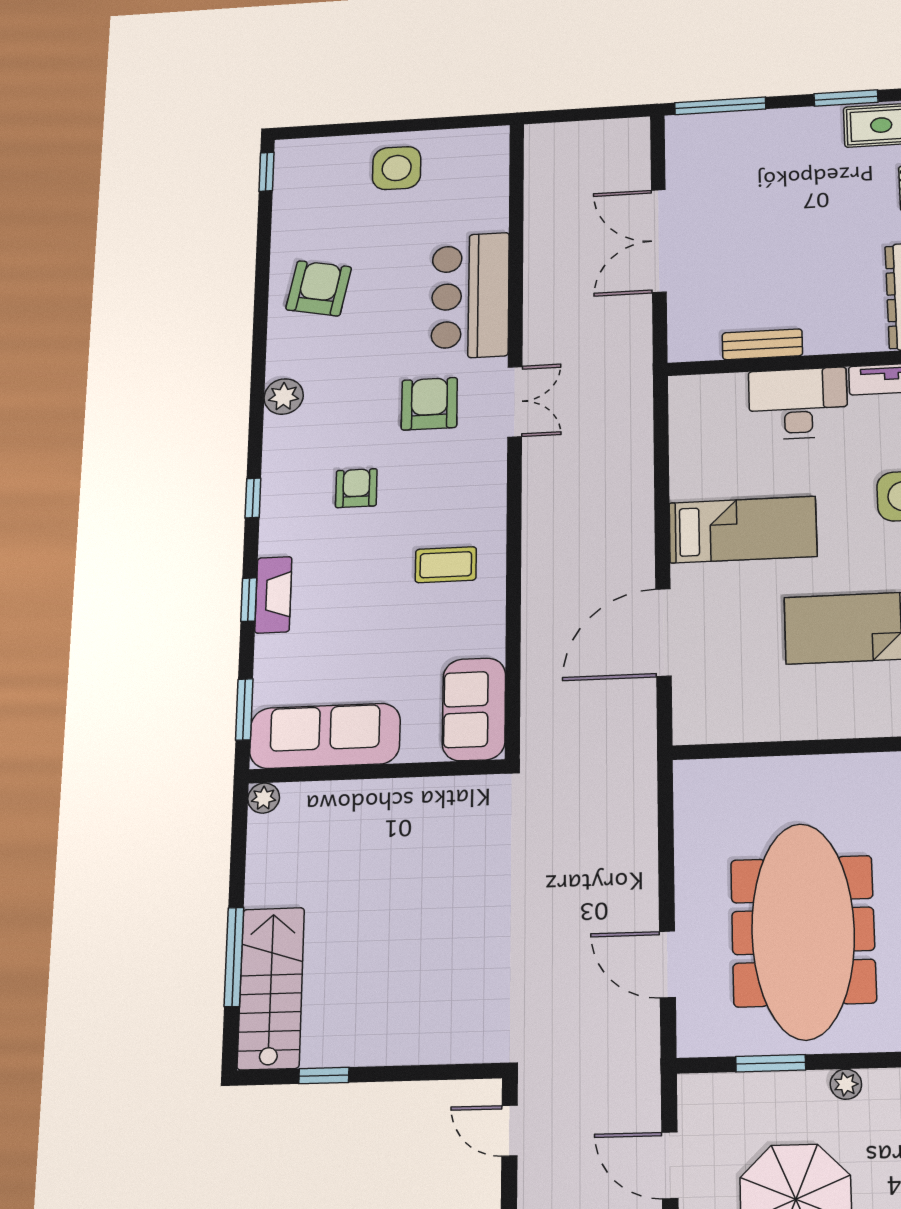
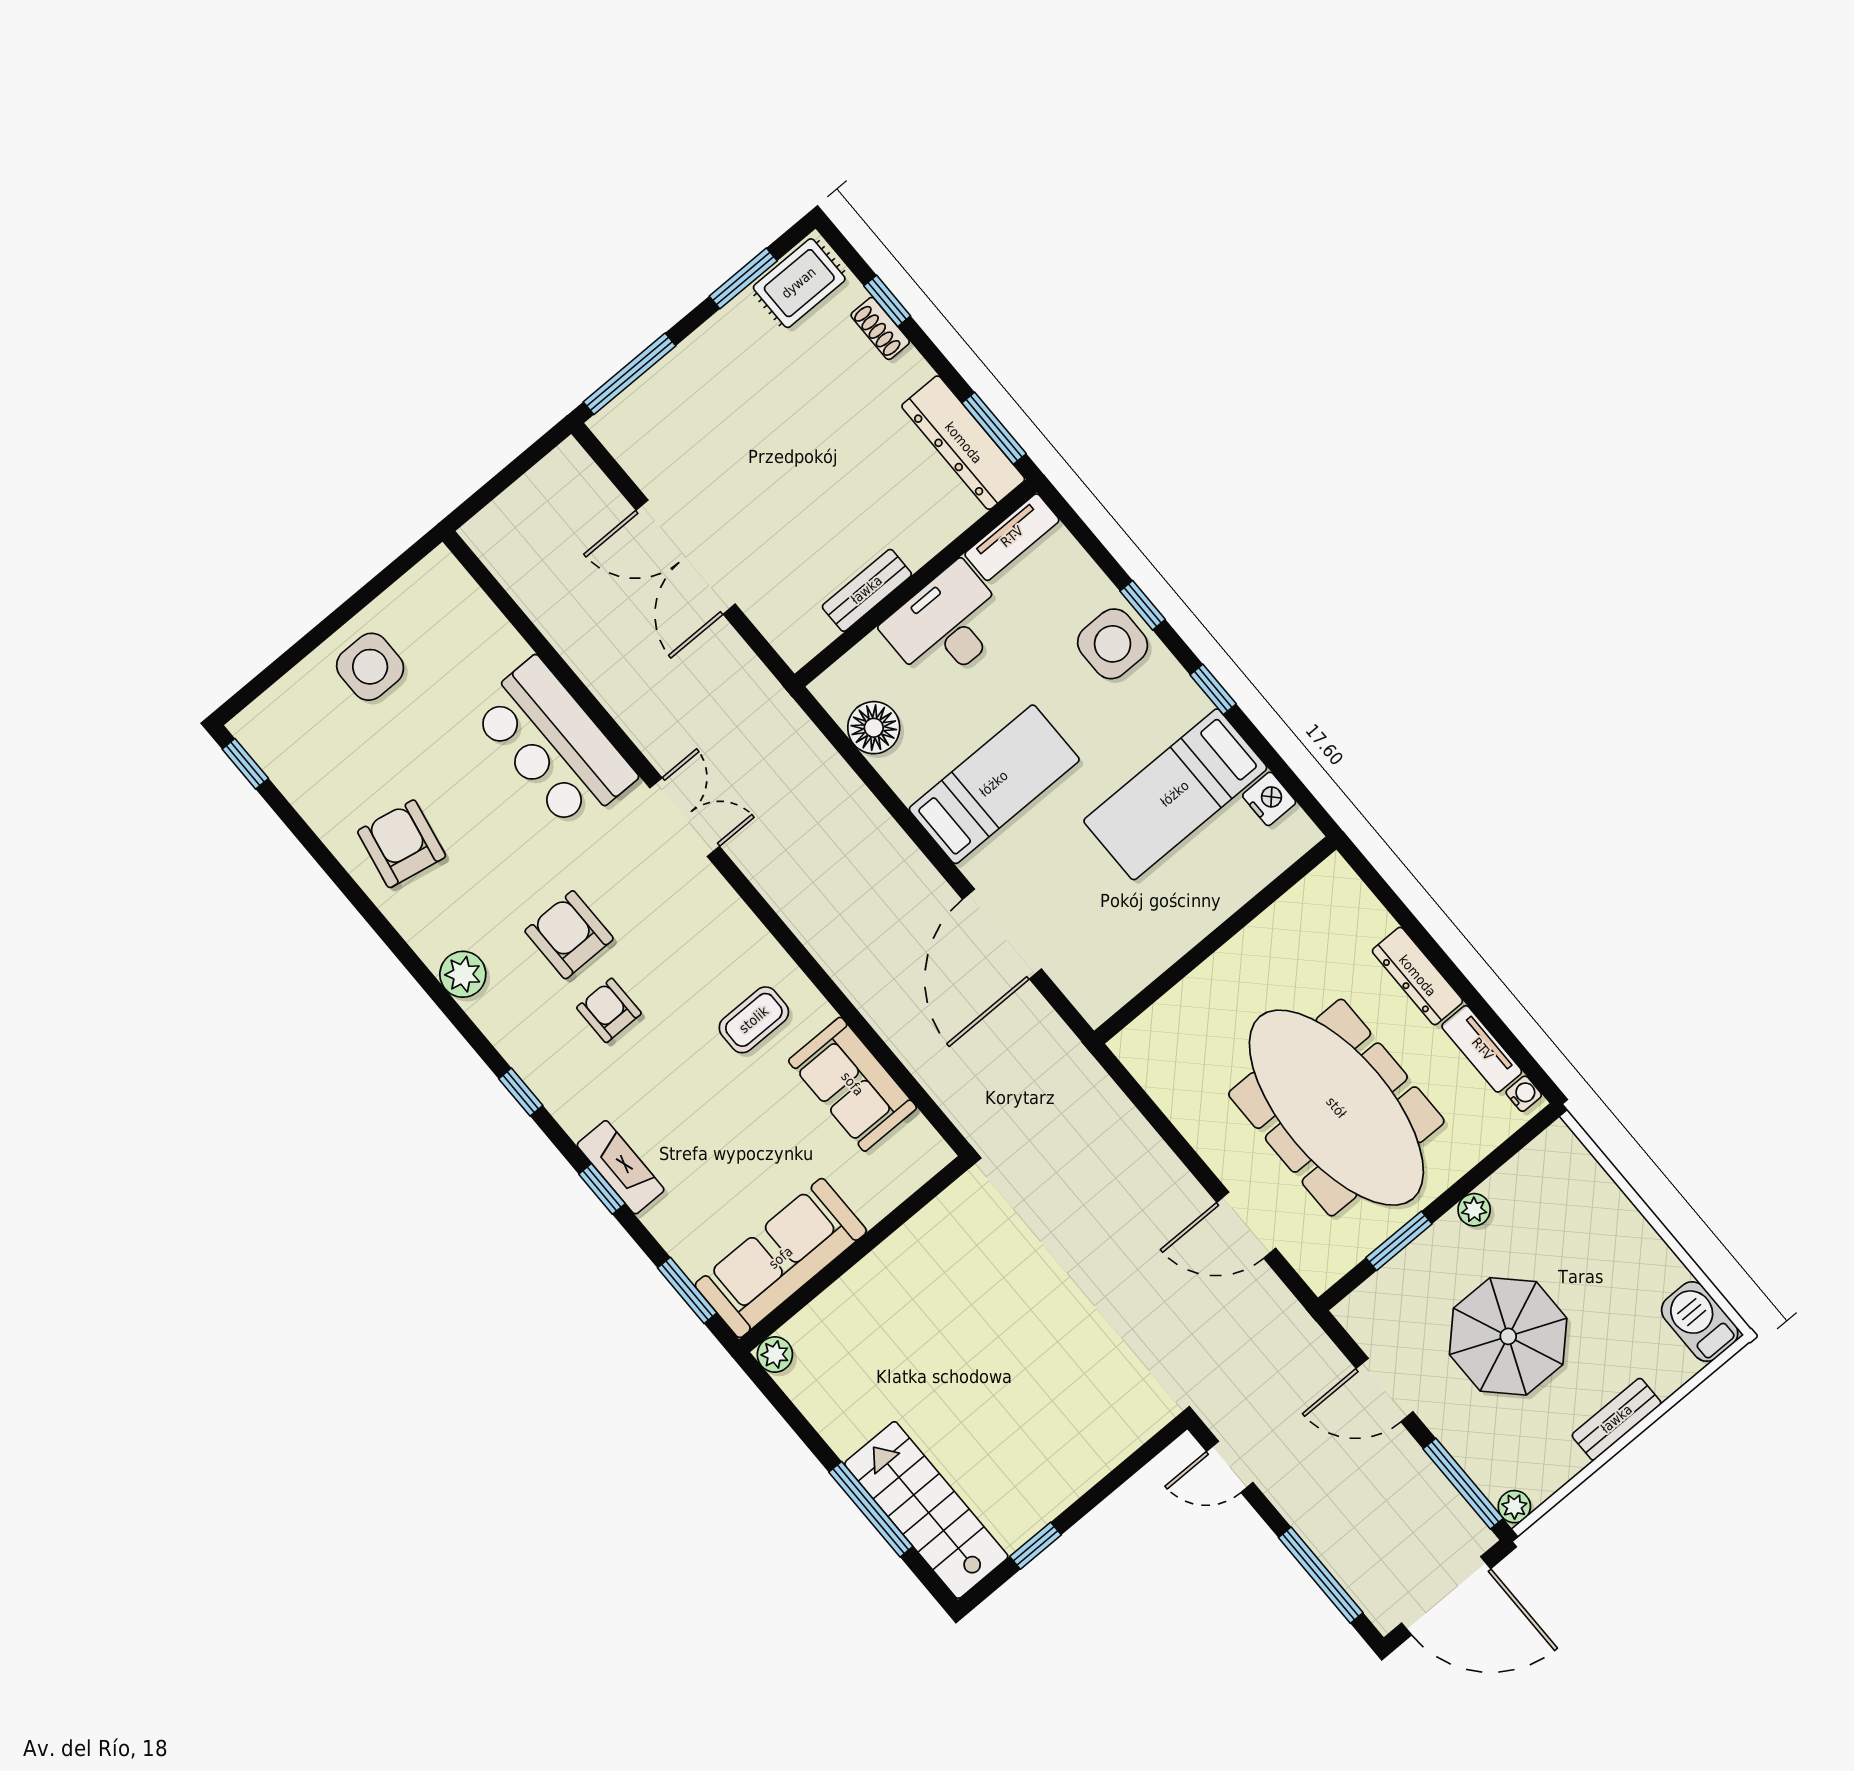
armchair: (429, 404) -> (569, 935), moved
floor lamp: (691, 434) -> (874, 728), added
sofa: (474, 709) -> (852, 1084), moved

